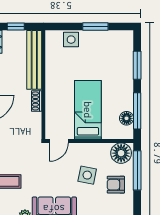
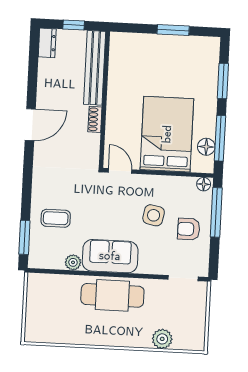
side table: (71, 40) -> (142, 45), removed
bed: (88, 110) -> (167, 134), width x1.50
door: (59, 141) -> (120, 171), swing flipped
floor lamp: (121, 153) -> (204, 184), width x0.53, depth x0.53

